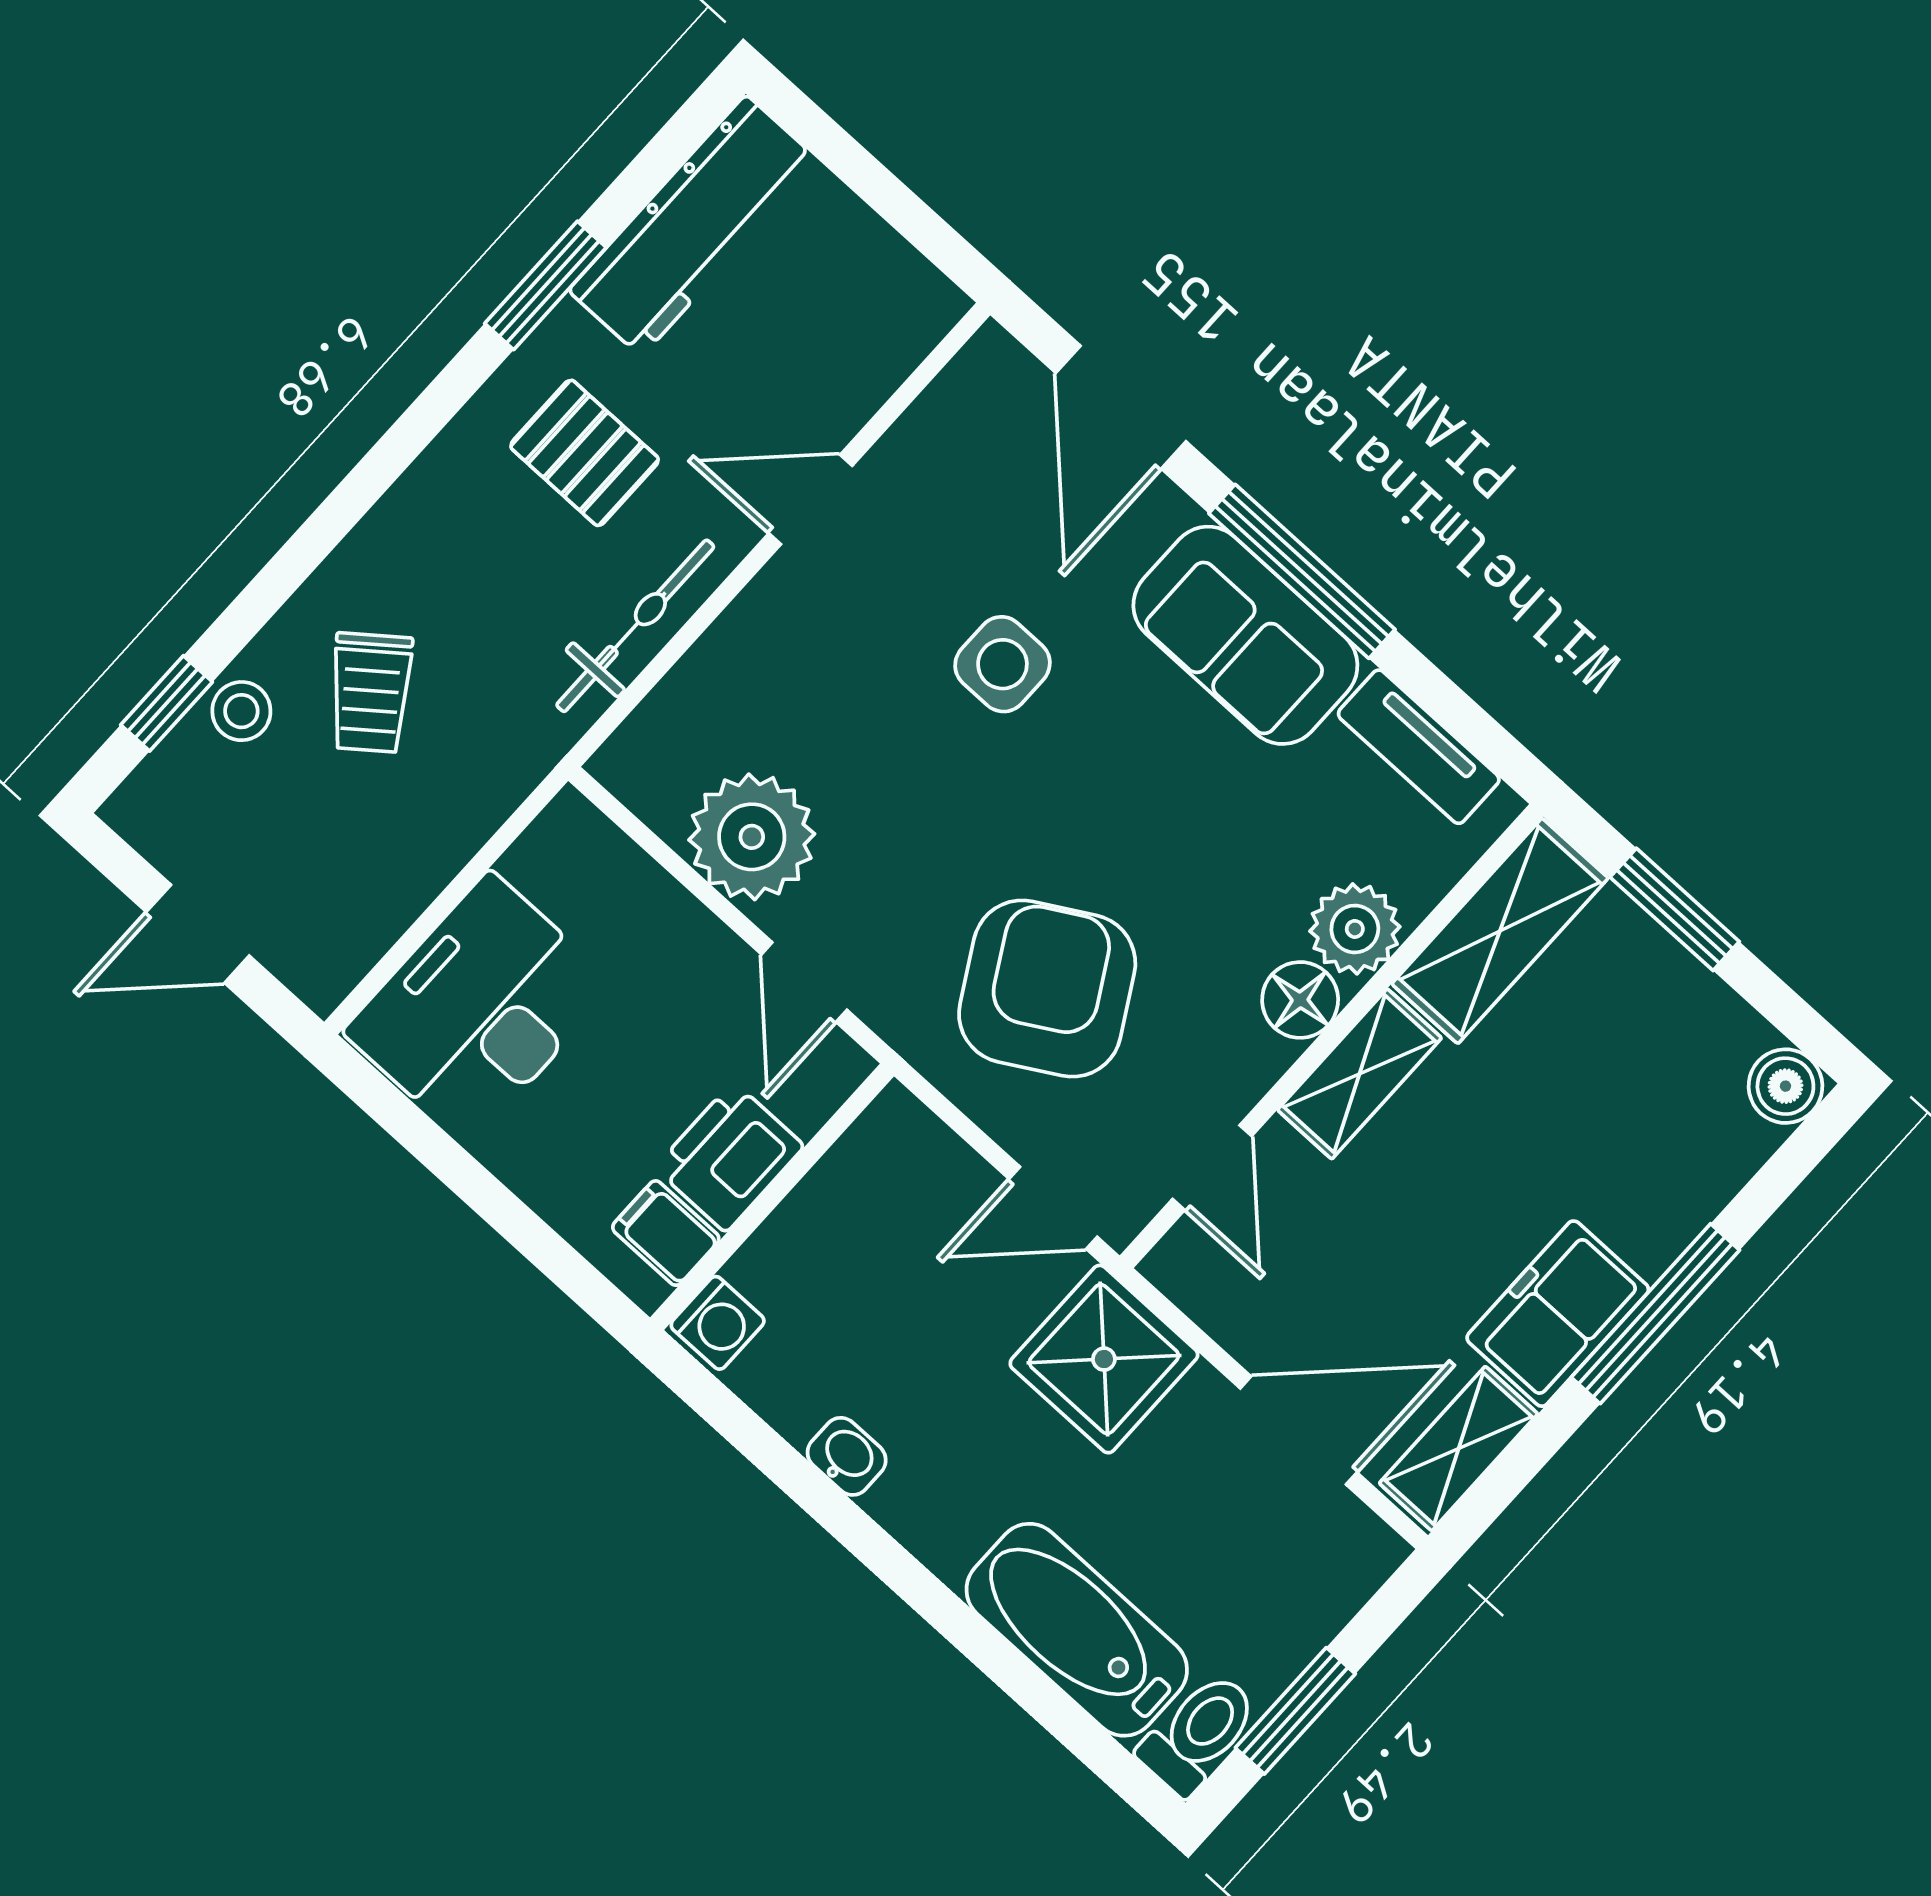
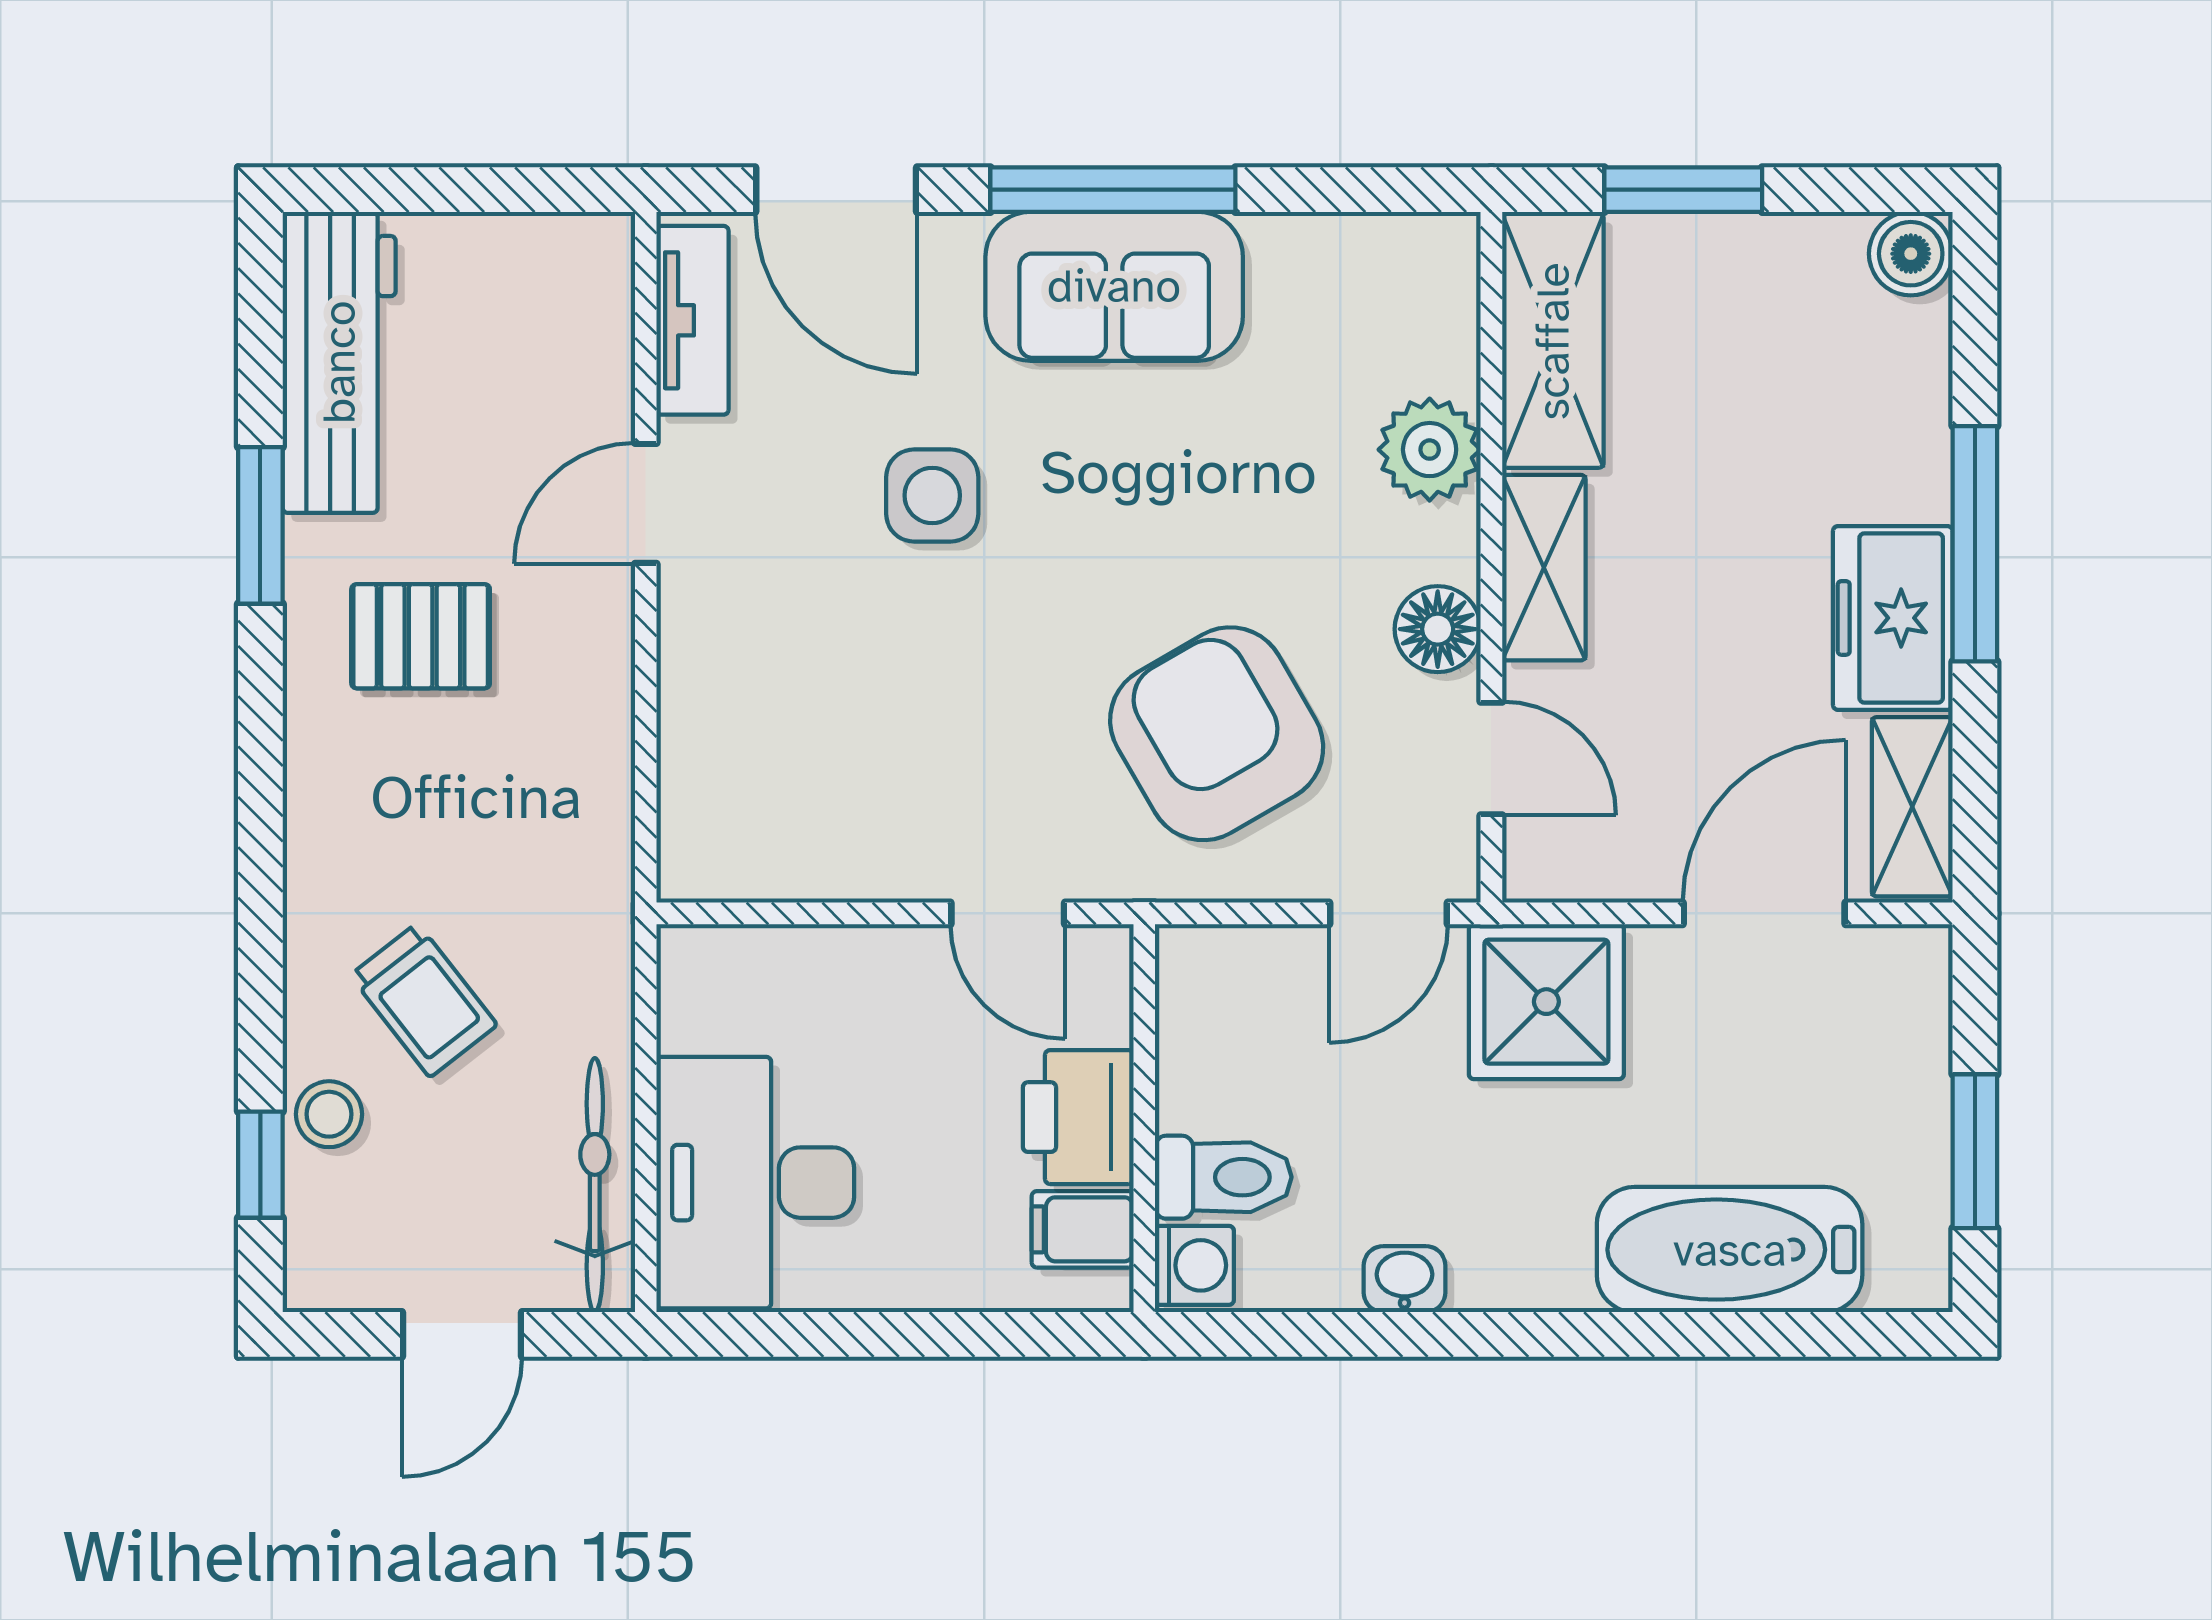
bicycle: (635, 626) -> (595, 1185), moved
tv unit: (1419, 747) -> (692, 320), moved, turned -90
plant: (752, 837) -> (853, 831), removed
floor lamp: (1300, 1000) -> (1438, 629), moved
toilet: (1199, 1734) -> (1223, 1177), moved, turned 90

